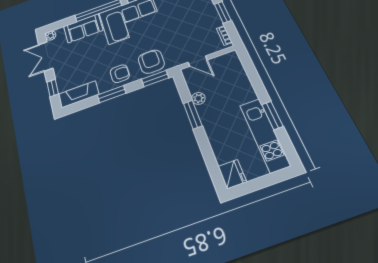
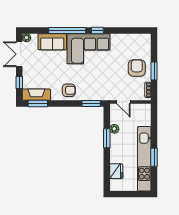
armchair: (151, 62) -> (137, 68), moved
window: (112, 94) -> (38, 104), moved
kitchen unit: (265, 135) -> (144, 159), width x1.36
fridge: (232, 174) -> (116, 171), moved

